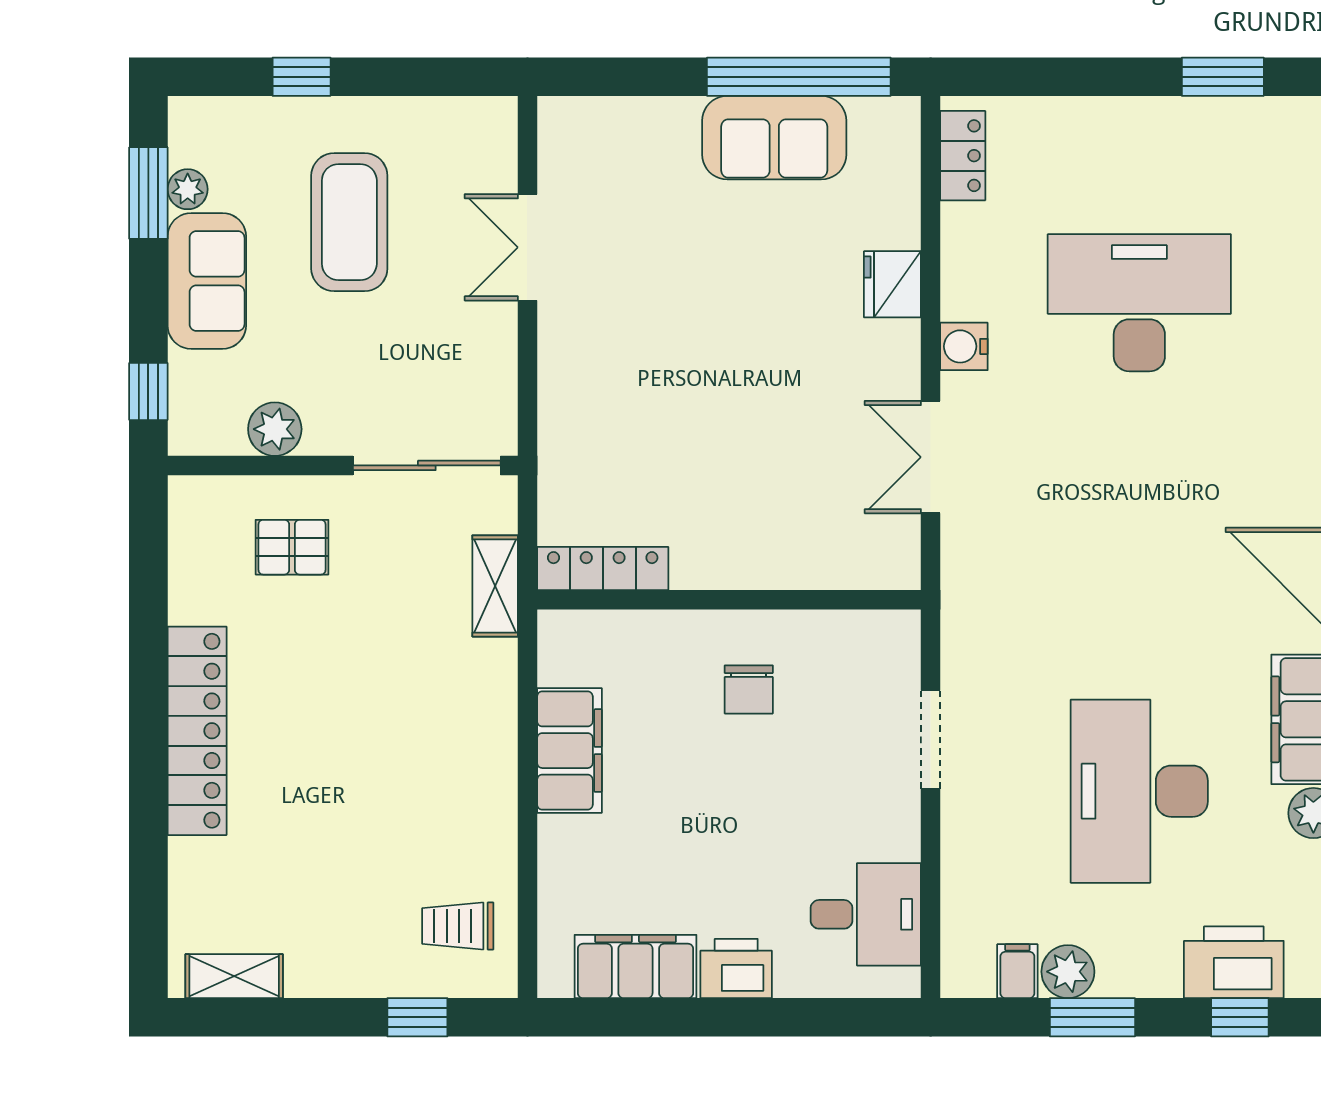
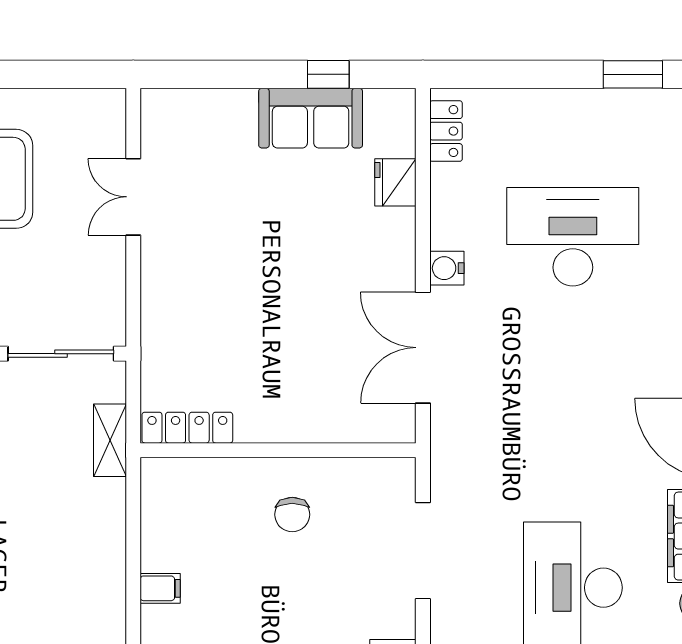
window: (799, 77) -> (328, 74), width x0.32
fridge: (892, 284) -> (395, 182), moved
double door: (931, 457) -> (423, 348), width x1.37
doorway: (931, 740) -> (423, 551), width x1.36
filing cabinet: (569, 751) -> (160, 588), width x0.33, depth x0.86

